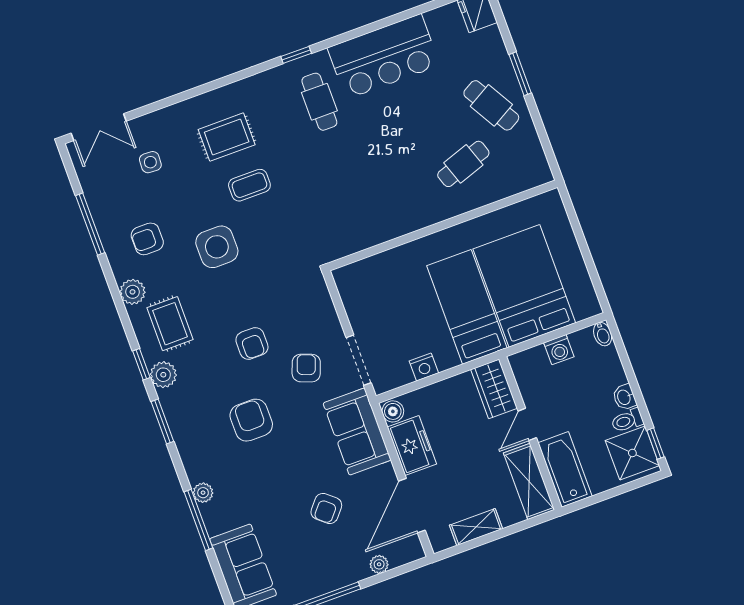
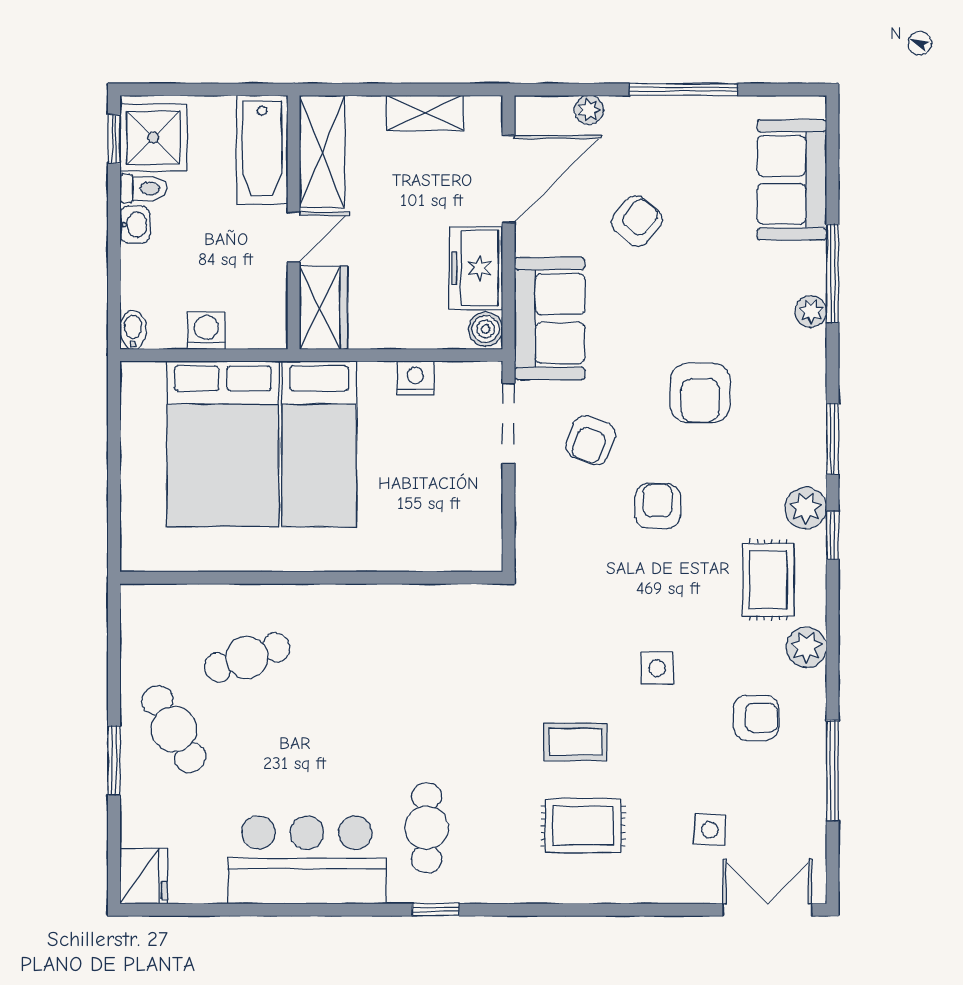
side table: (217, 247) -> (657, 668), width x0.54, depth x0.54

